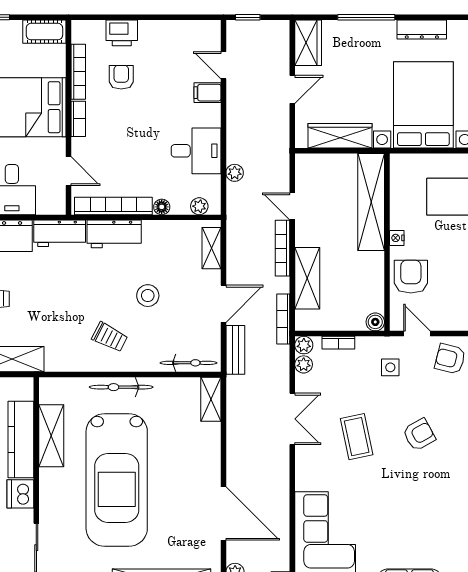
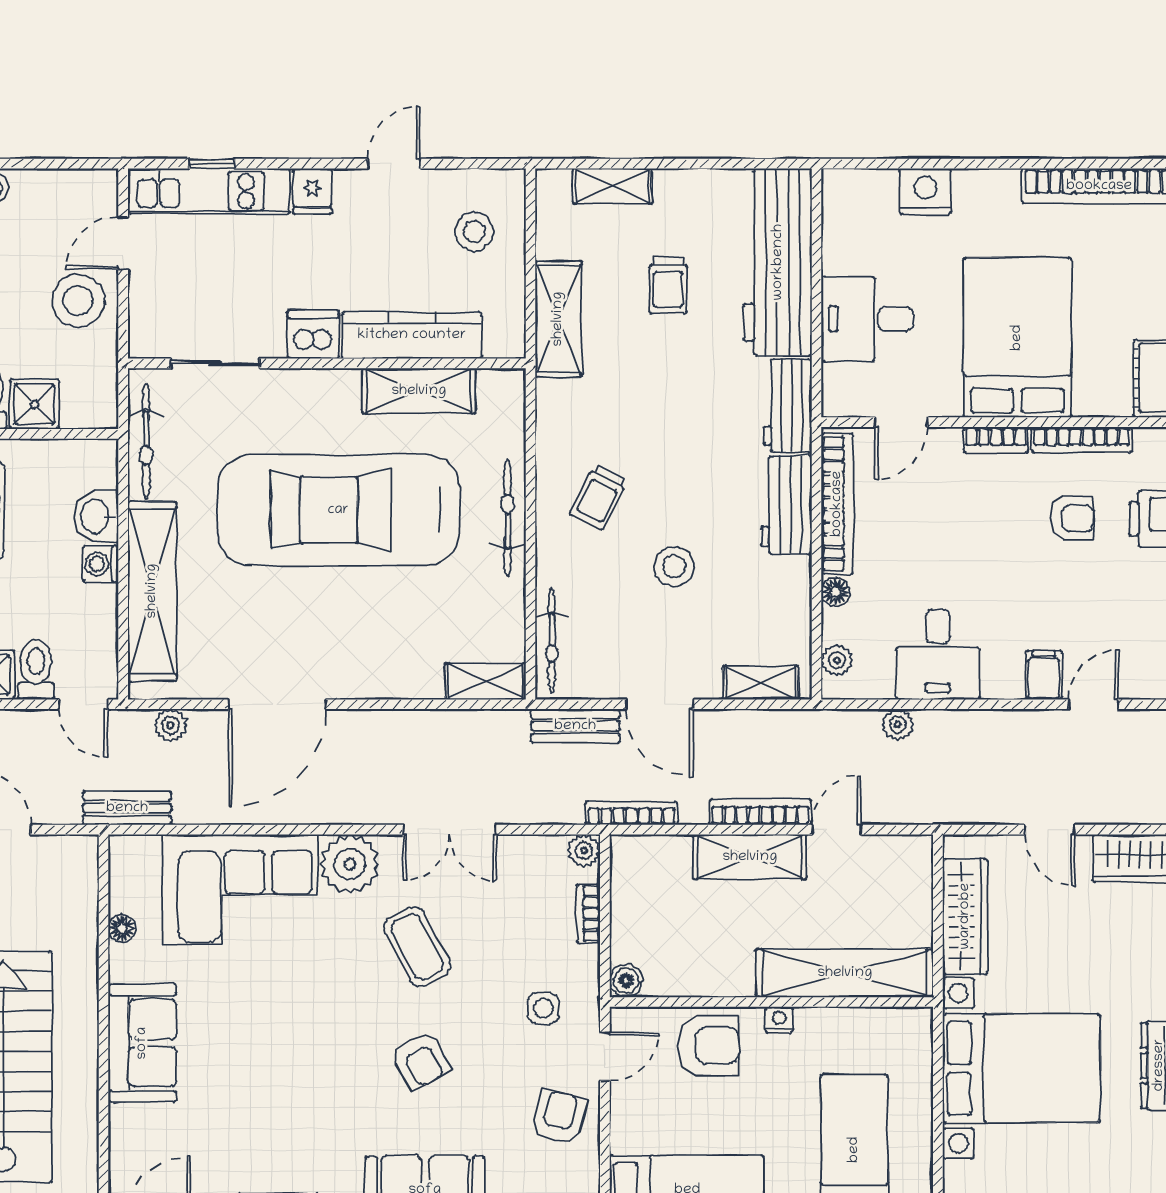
shelving: (307, 278) -> (750, 857), moved
plant: (304, 364) -> (350, 864), moved, width x1.88, depth x1.88
coffee table: (357, 437) -> (417, 947), turned 74

